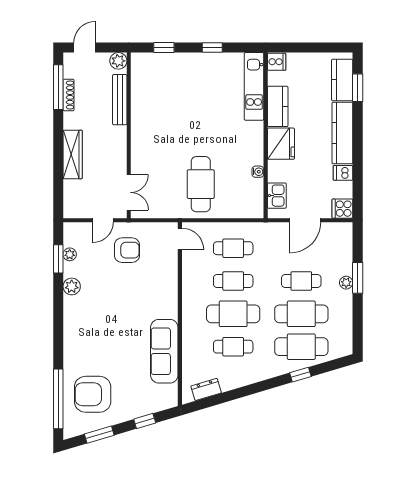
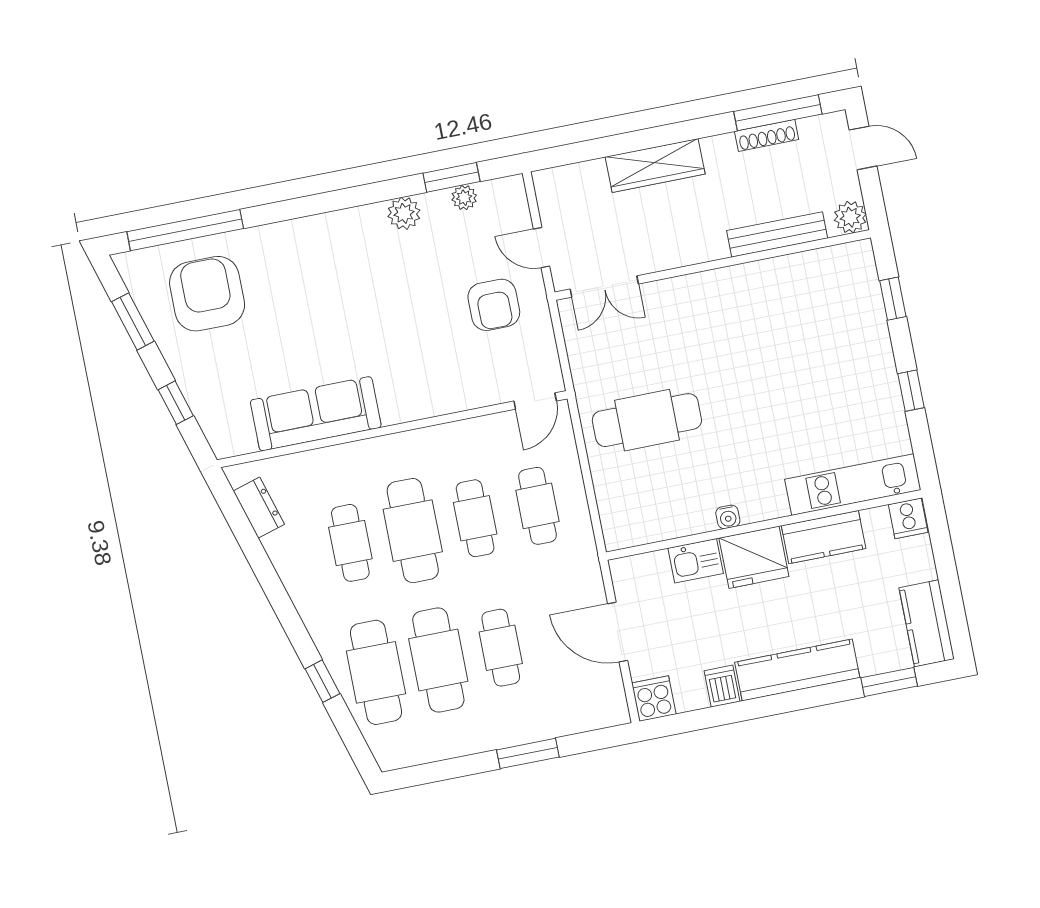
kitchen counter: (342, 80) -> (927, 623), moved, turned -90
water cooler: (258, 172) -> (728, 517), moved
kitchen sink: (277, 196) -> (696, 561), moved
plant: (346, 283) -> (514, 733), removed

